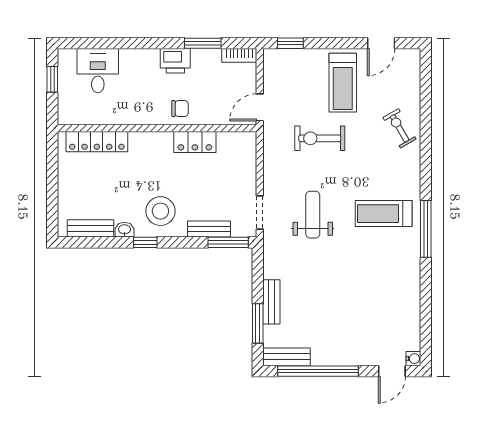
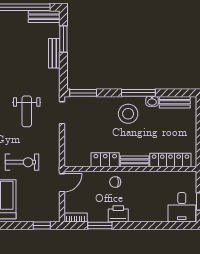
desk: (98, 71) -> (182, 207), moved
bench: (209, 229) -> (135, 161), moved
window: (145, 242) -> (138, 93), width x2.17

